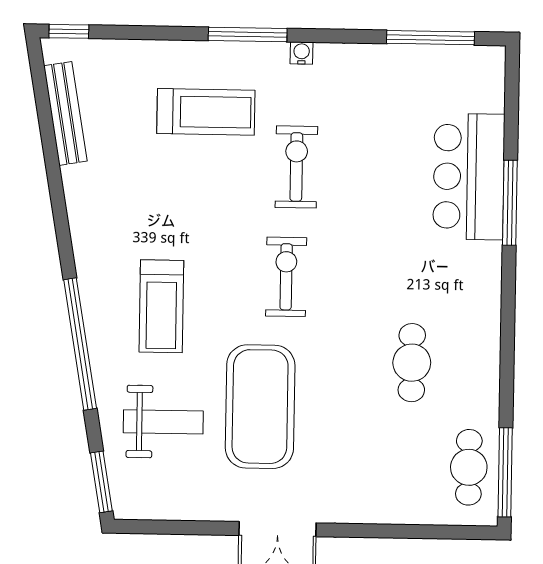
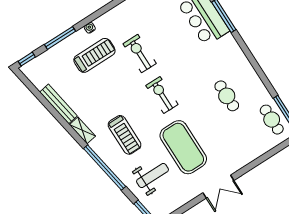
window: (248, 34) -> (60, 38), moved
water cooler: (302, 53) -> (90, 28), moved
bench: (65, 113) -> (58, 104), moved
shelving: (85, 243) -> (82, 130), added

